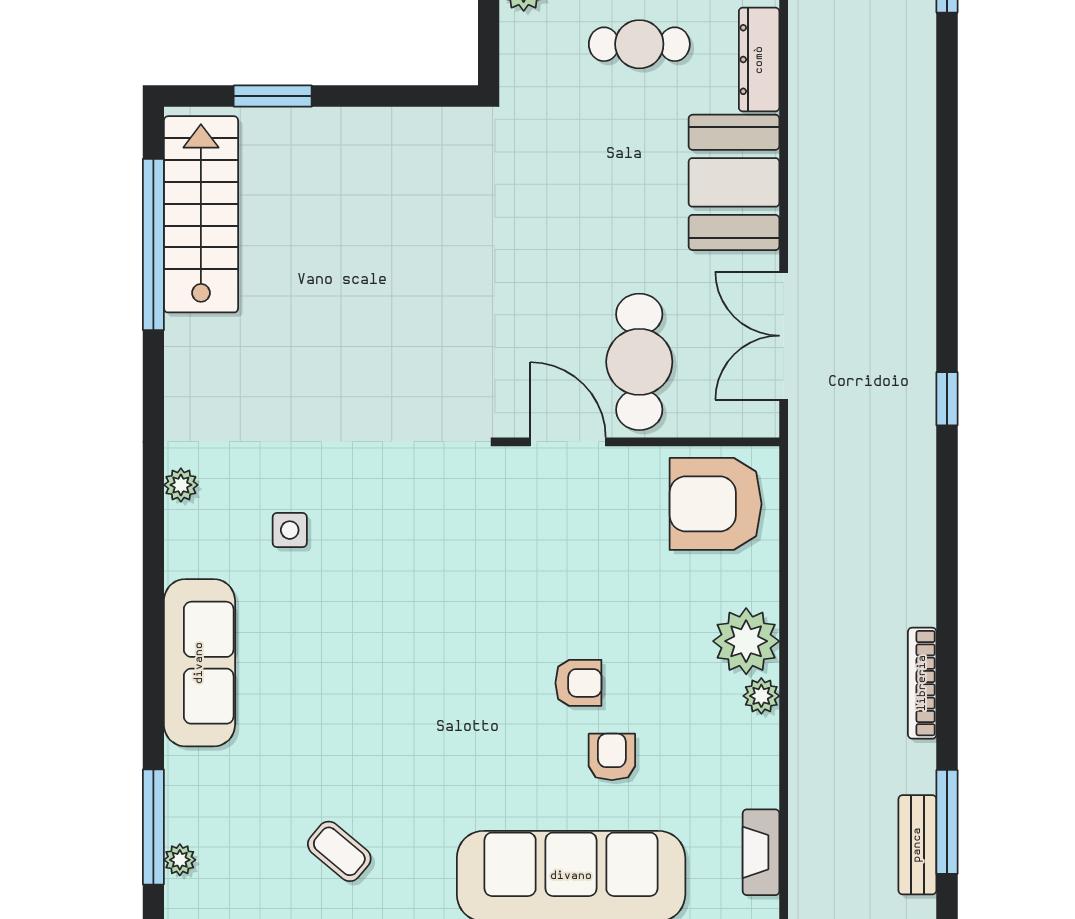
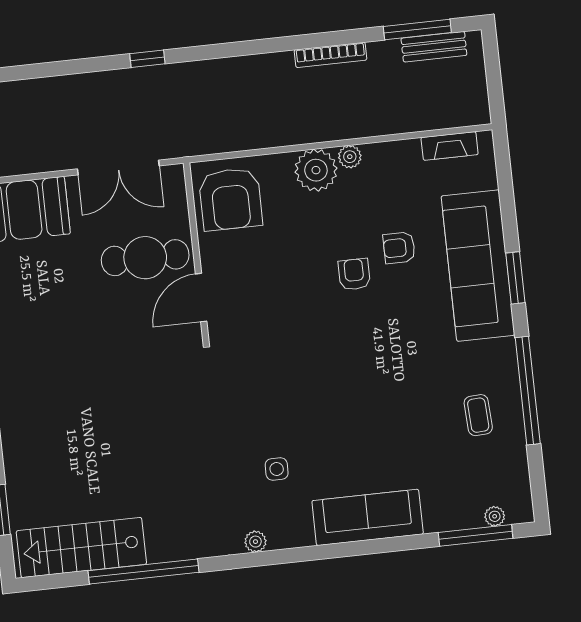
window: (153, 245) -> (144, 571), moved
coffee table: (339, 851) -> (478, 415), turned -43

